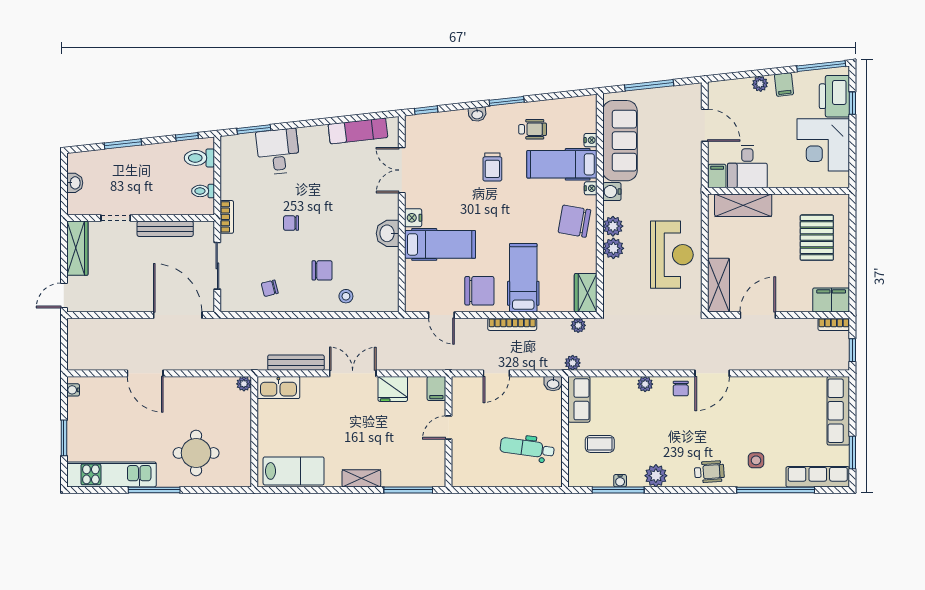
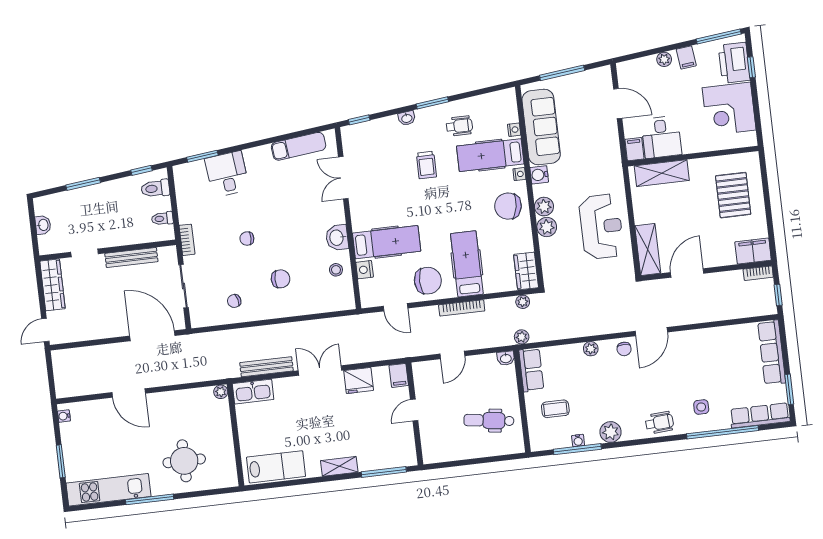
nightstand: (413, 218) -> (365, 270), moved
stool: (346, 296) -> (336, 270), moved

